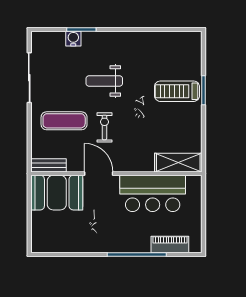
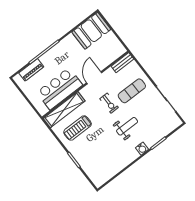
water cooler: (73, 39) -> (142, 149), moved
treadmill: (177, 91) -> (78, 128), moved, turned 180
shelving: (178, 163) -> (64, 110), width x1.47
door: (99, 174) -> (94, 78), swing flipped
booth: (57, 193) -> (91, 31), moved

